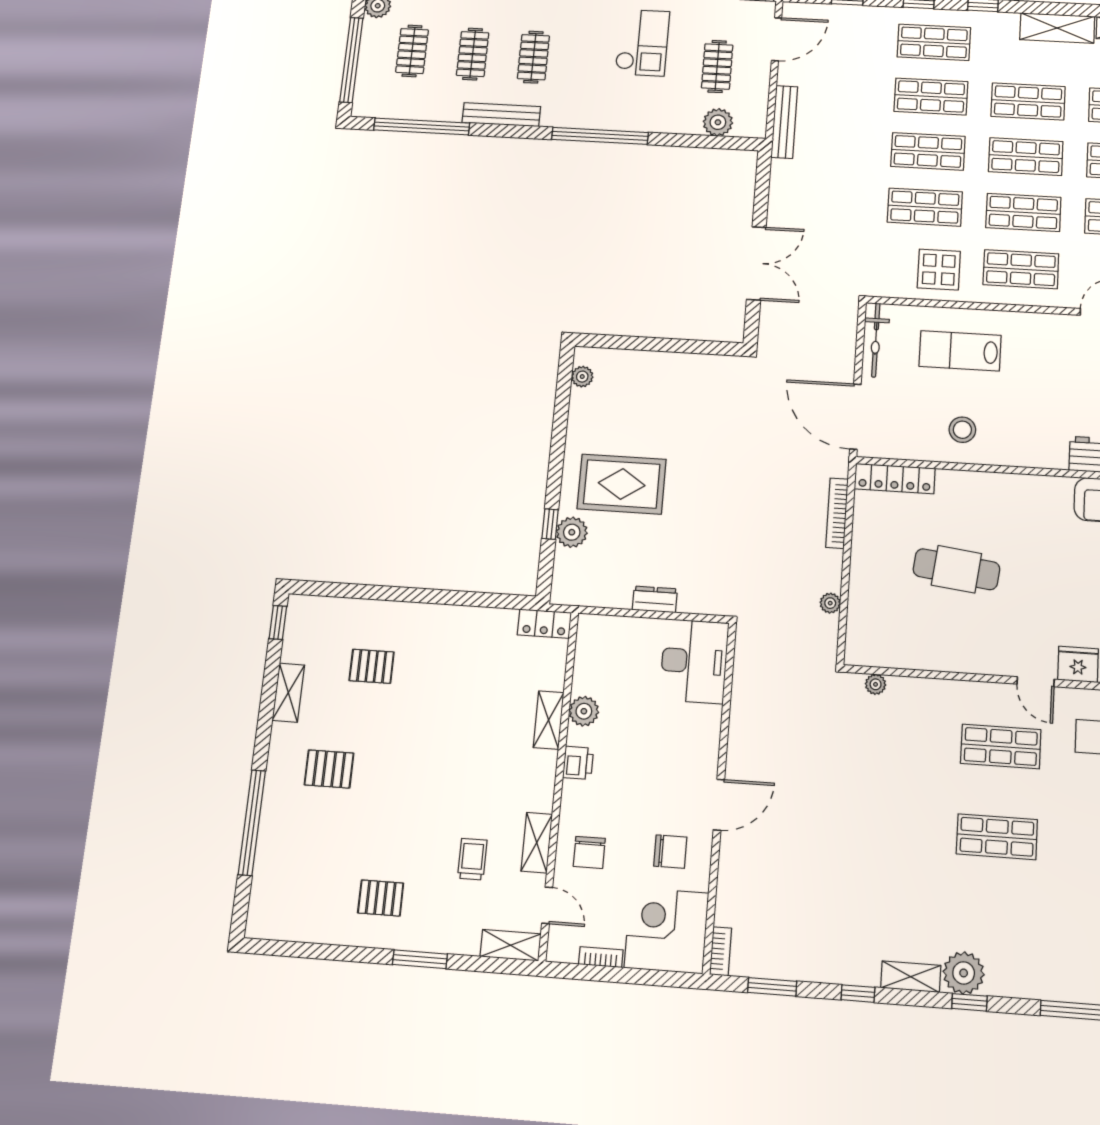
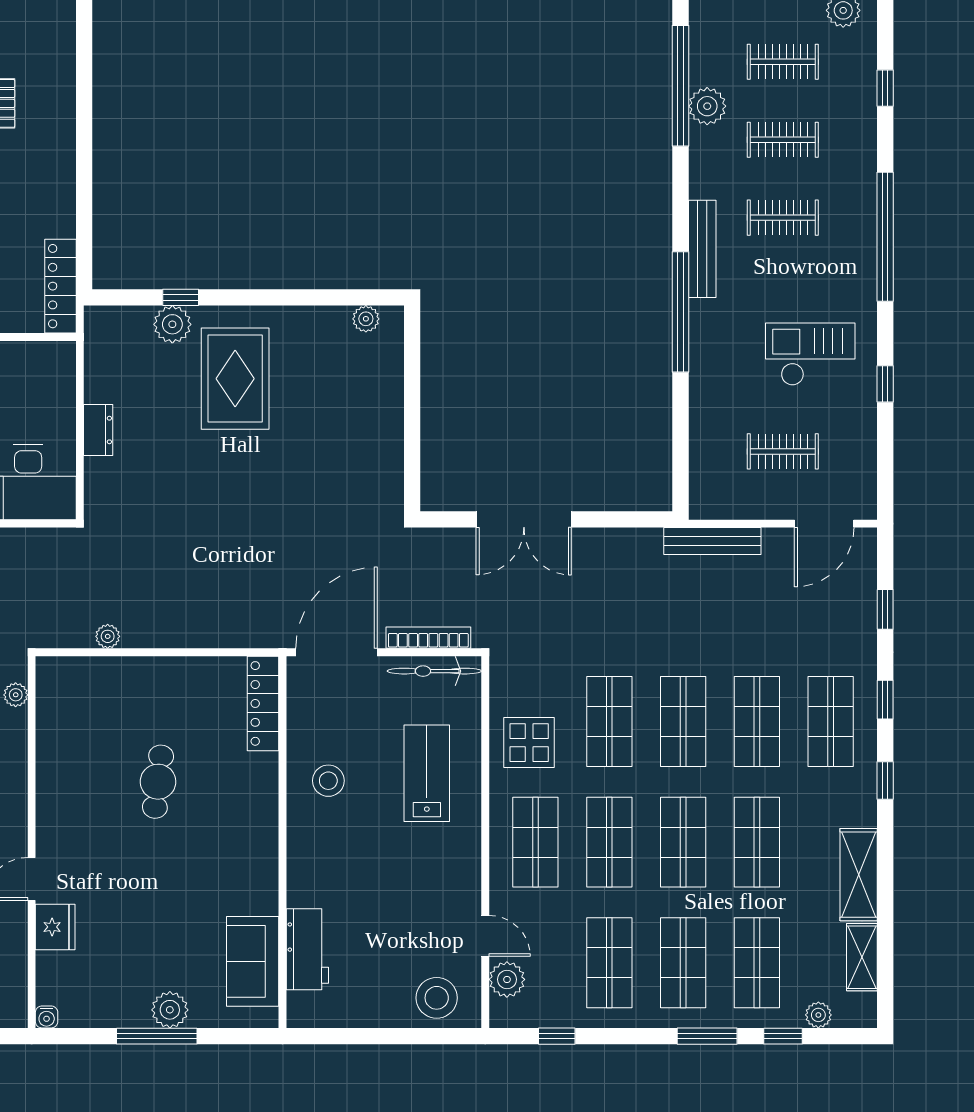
door: (777, 39) -> (824, 524), hinge flipped
checkout: (642, 43) -> (810, 354), turned 180
bench: (501, 115) -> (702, 249), moved
plant: (718, 122) -> (707, 106), moved
bookcase: (837, 513) -> (428, 638), moved
cafe table: (956, 569) -> (158, 782), width x0.73, depth x0.74
locker: (544, 624) -> (60, 286), width x1.53

